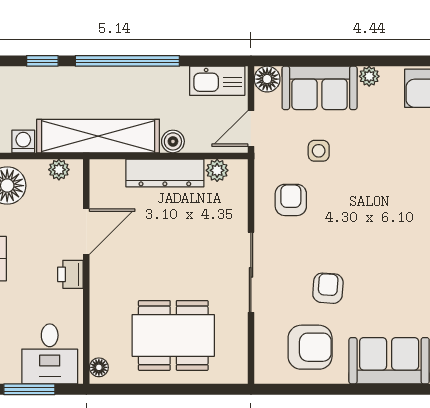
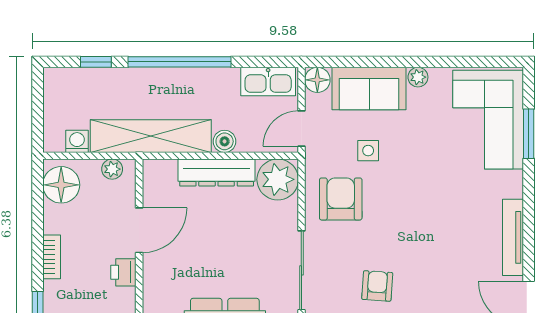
plant: (217, 170) -> (278, 179), width x1.88, depth x1.88
armchair: (291, 200) -> (341, 199), width x1.38, depth x1.38

